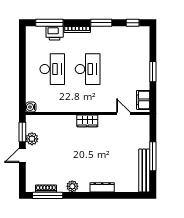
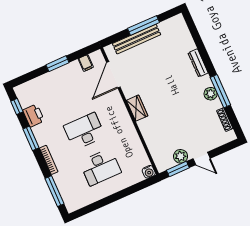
printer: (55, 33) -> (34, 115), moved
desk: (52, 69) -> (100, 167), turned 180
filing cabinet: (143, 100) -> (86, 63), width x0.50
door: (123, 113) -> (113, 75), width x1.88
bench: (144, 171) -> (136, 39), moved
window: (48, 195) -> (220, 91), moved

